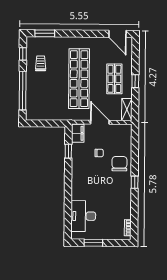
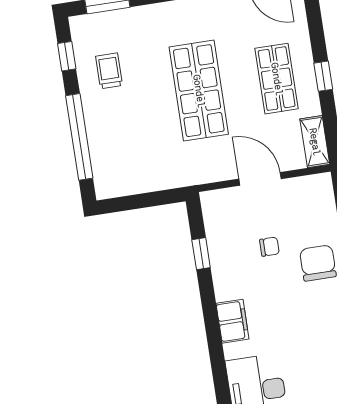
shop shelf: (79, 79) -> (199, 91), width x0.71
filing cabinet: (78, 133) -> (233, 321), moved

